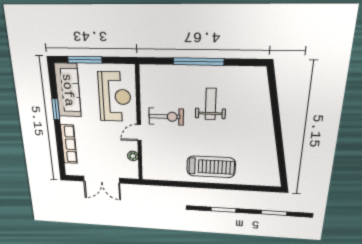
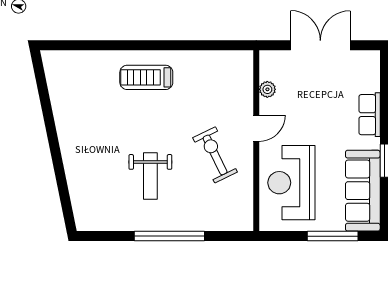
exercise bike: (166, 117) -> (215, 155), turned 64
row of seats: (69, 144) -> (370, 115), width x0.68
treadmill: (211, 167) -> (146, 77), width x0.73, depth x0.73

